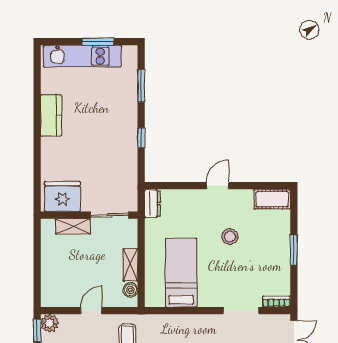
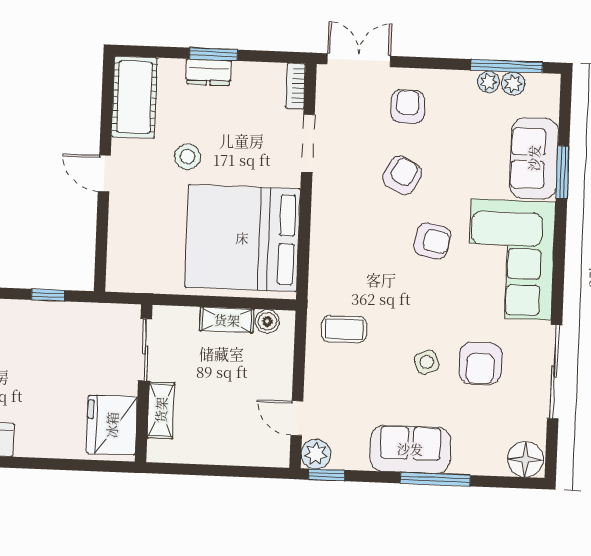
window: (141, 138) -> (48, 295), moved
cot: (272, 199) -> (135, 97), width x1.37, depth x1.34
dresser: (152, 204) -> (209, 72), moved, turned 180
bed: (181, 273) -> (242, 238), width x2.04
door: (91, 311) -> (297, 418), moved

